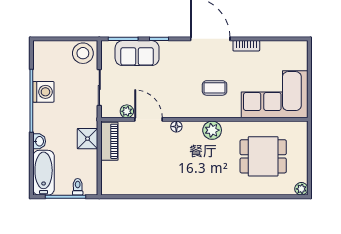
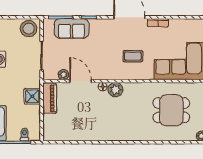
plant: (212, 130) -> (115, 90), moved

